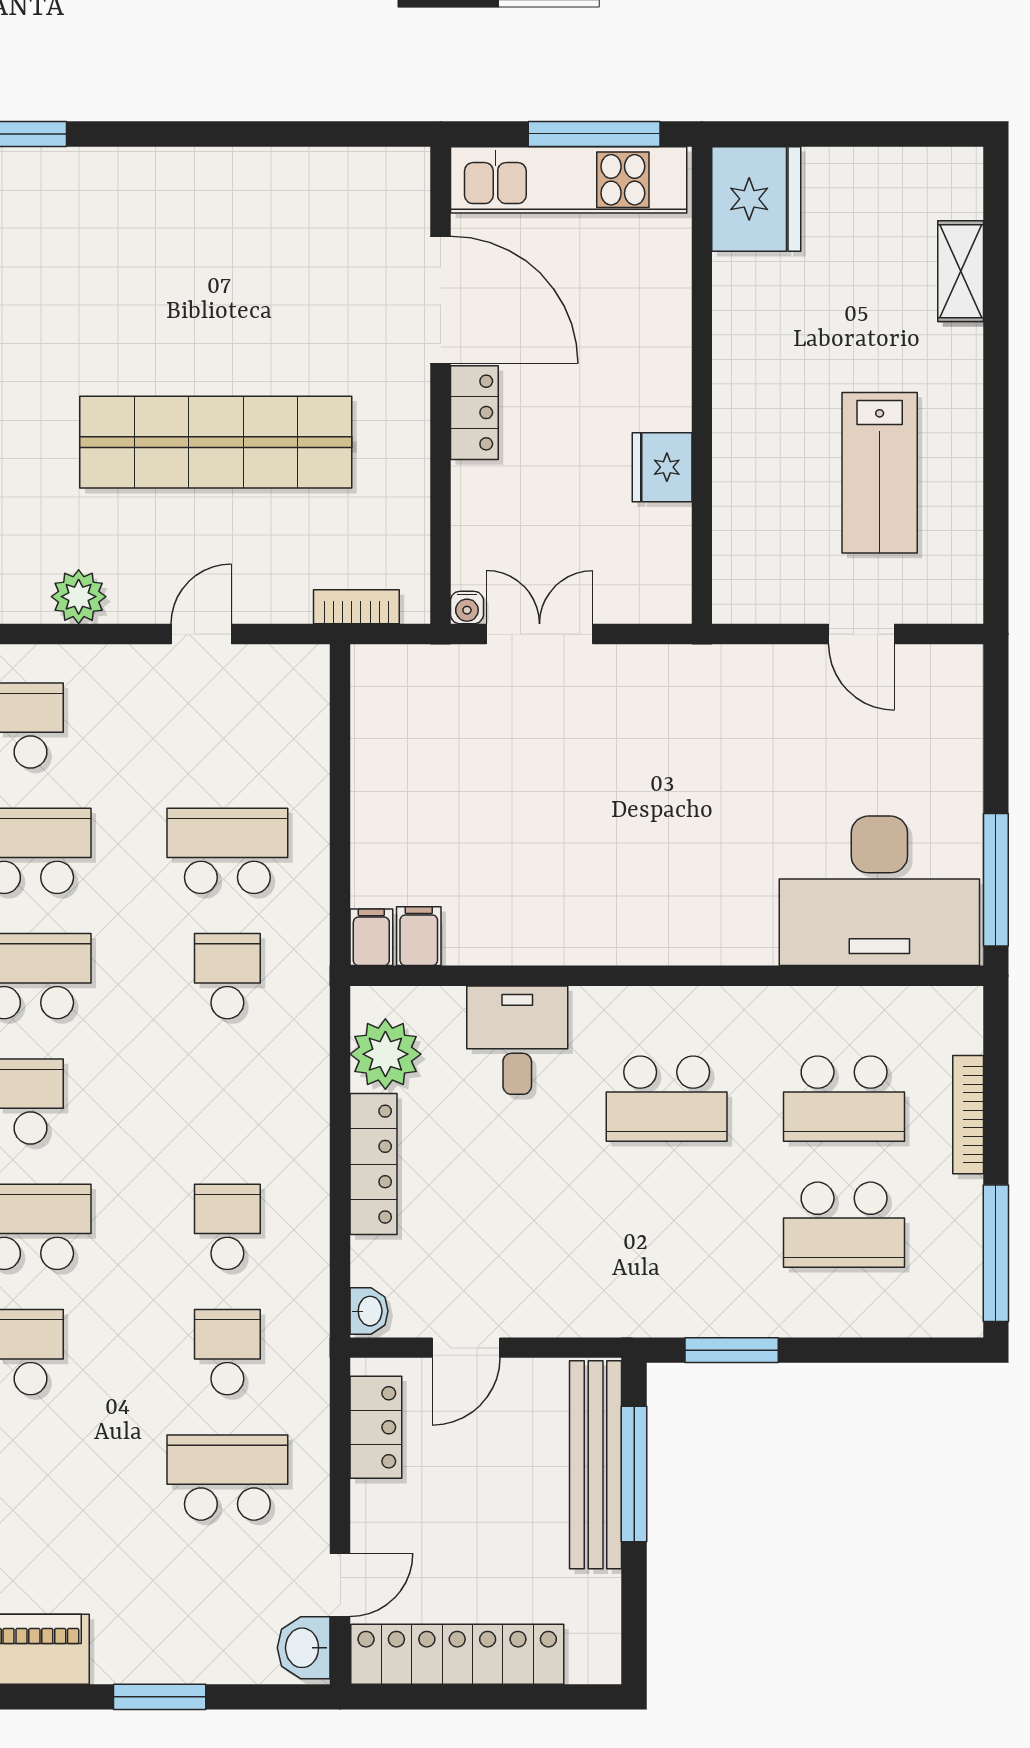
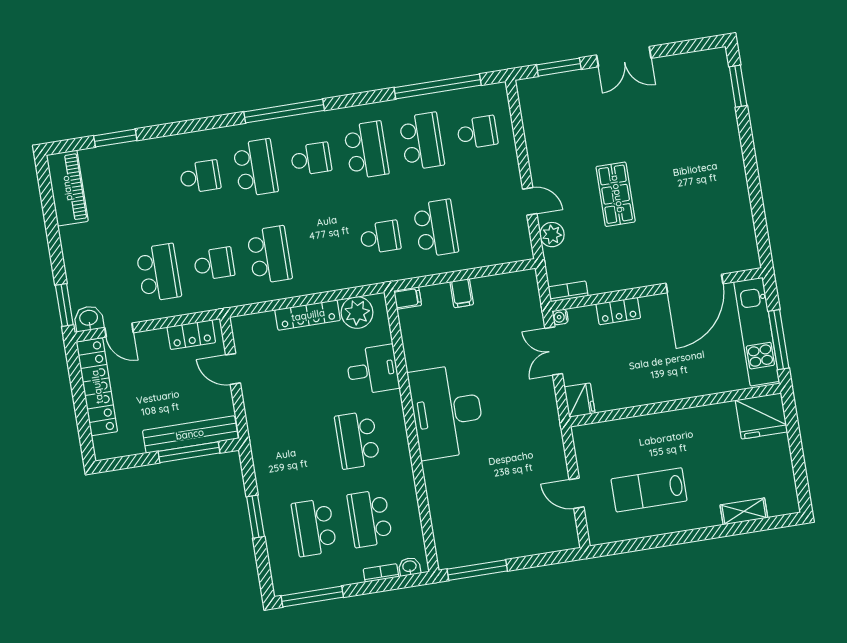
locker: (474, 413) -> (618, 311), moved
shop shelf: (216, 442) -> (616, 194), width x0.50, depth x0.74
fridge: (662, 467) -> (580, 400), moved, turned 90
plant: (79, 597) -> (552, 235), moved
bookcase: (356, 607) -> (568, 291), moved, turned -90
double door: (540, 634) -> (554, 351), swing flipped
door: (861, 634) -> (576, 493), hinge flipped
desk: (879, 891) -> (447, 412), moved
filing cabinet: (419, 936) -> (462, 293), moved, turned 90
bookcase: (968, 1115) -> (381, 573), width x0.64
school desk: (227, 1227) -> (269, 255), width x1.85
washbasin: (369, 1311) -> (410, 567), moved, turned 180
window: (732, 1350) -> (255, 517), moved
window: (160, 1697) -> (64, 305), moved

